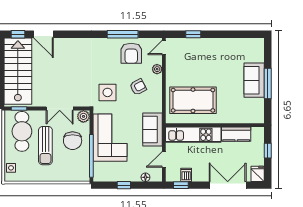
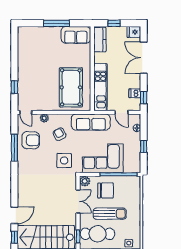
sofa: (254, 80) -> (76, 35), moved
sofa: (152, 129) -> (91, 122), width x1.36
kitchen counter: (236, 134) -> (100, 40), moved

